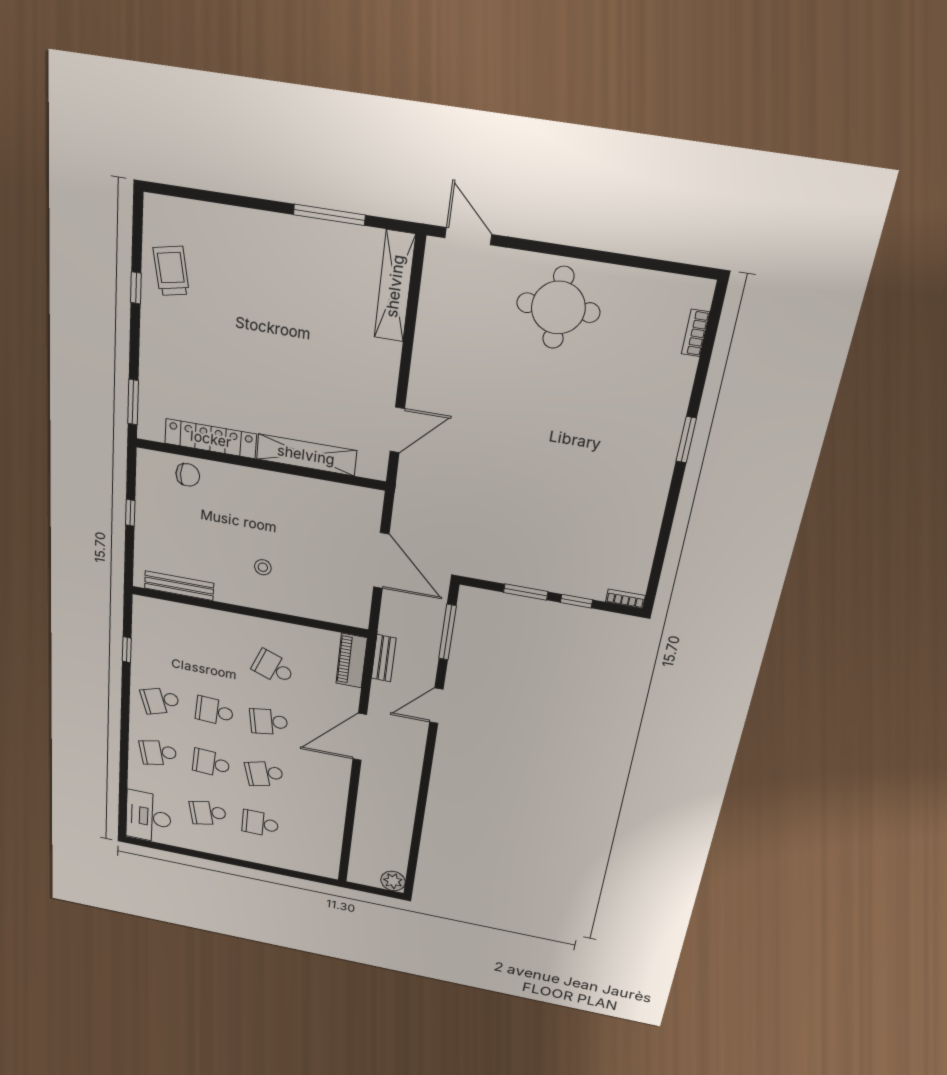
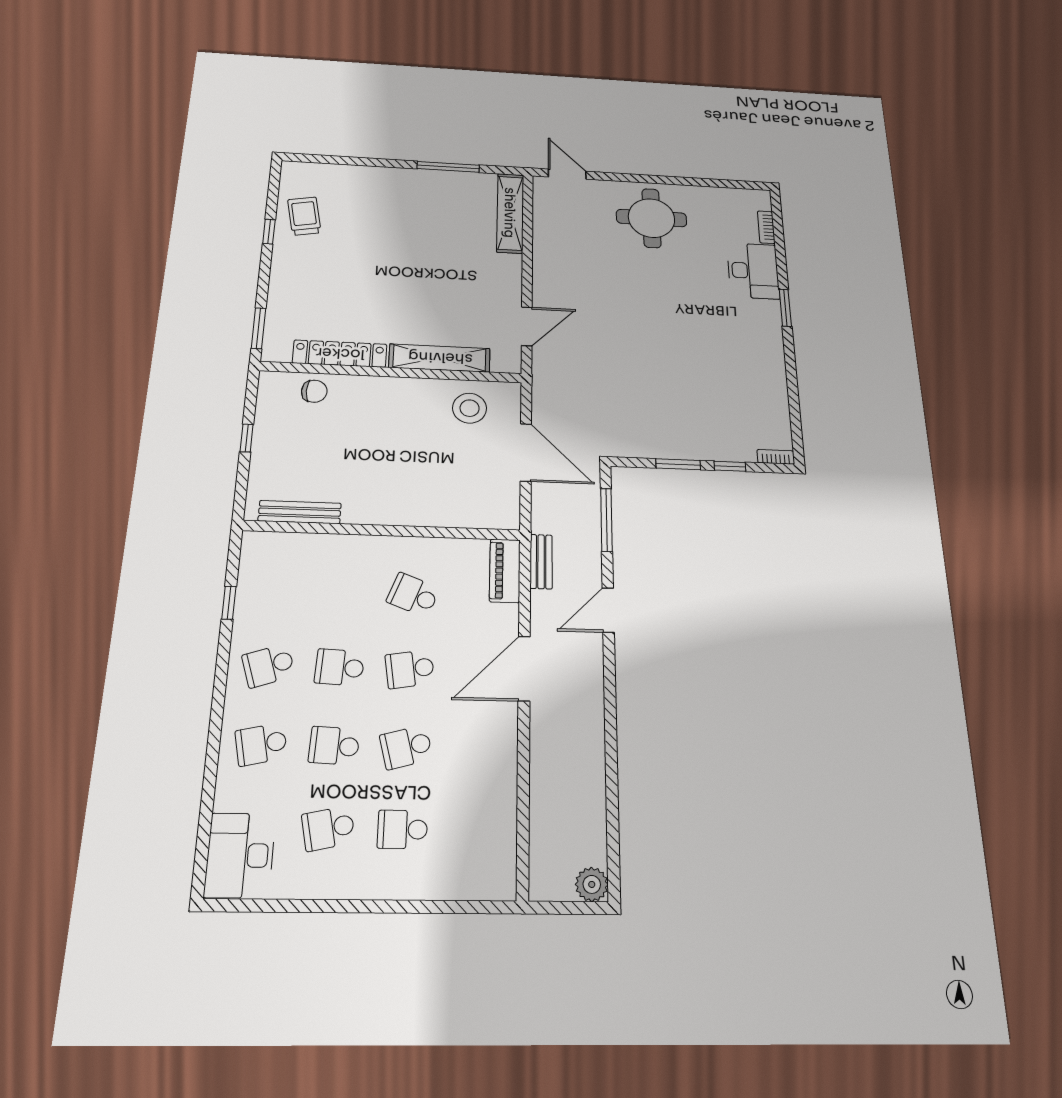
desk: (662, 390) -> (753, 271), added
stool: (263, 567) -> (470, 408), moved, width x1.89, depth x1.89

